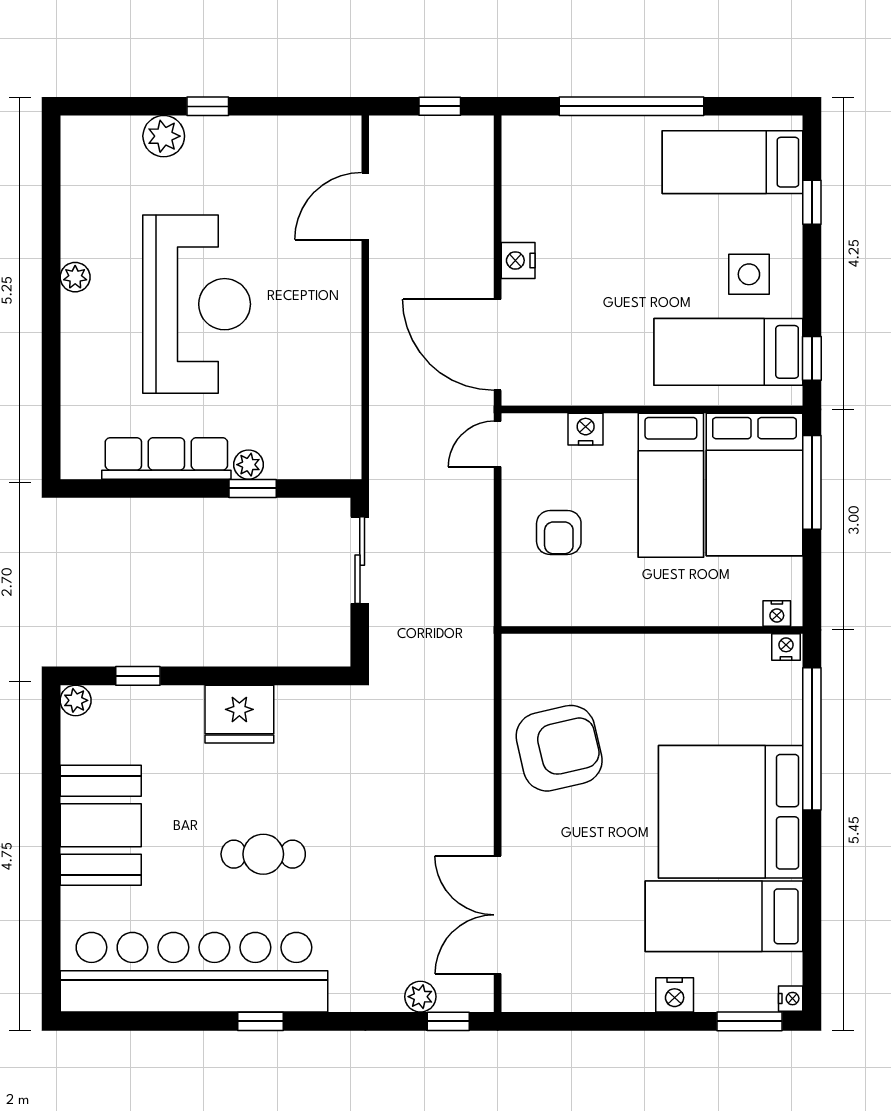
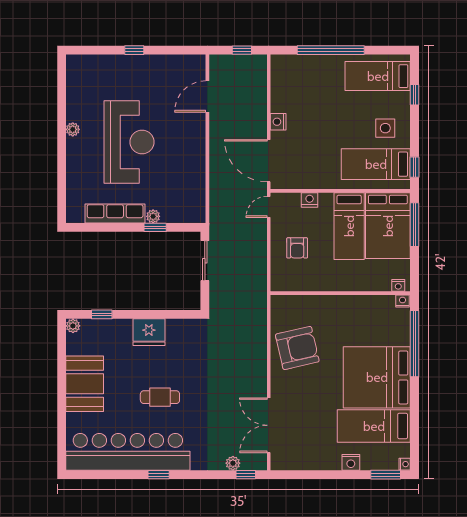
plant: (164, 136) -> (114, 64), removed

